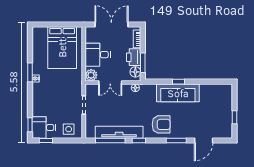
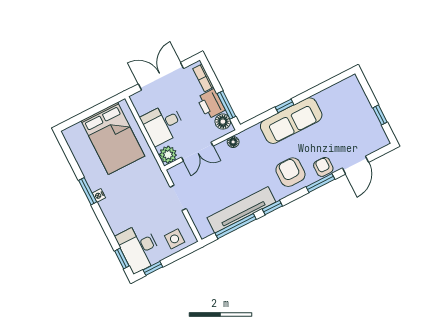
armchair: (161, 124) -> (290, 172), turned -90
desk: (44, 127) -> (139, 248), width x1.37
armchair: (183, 132) -> (323, 167), added

